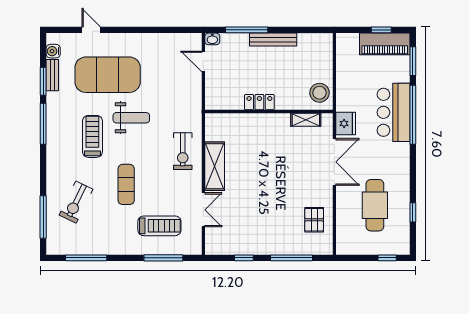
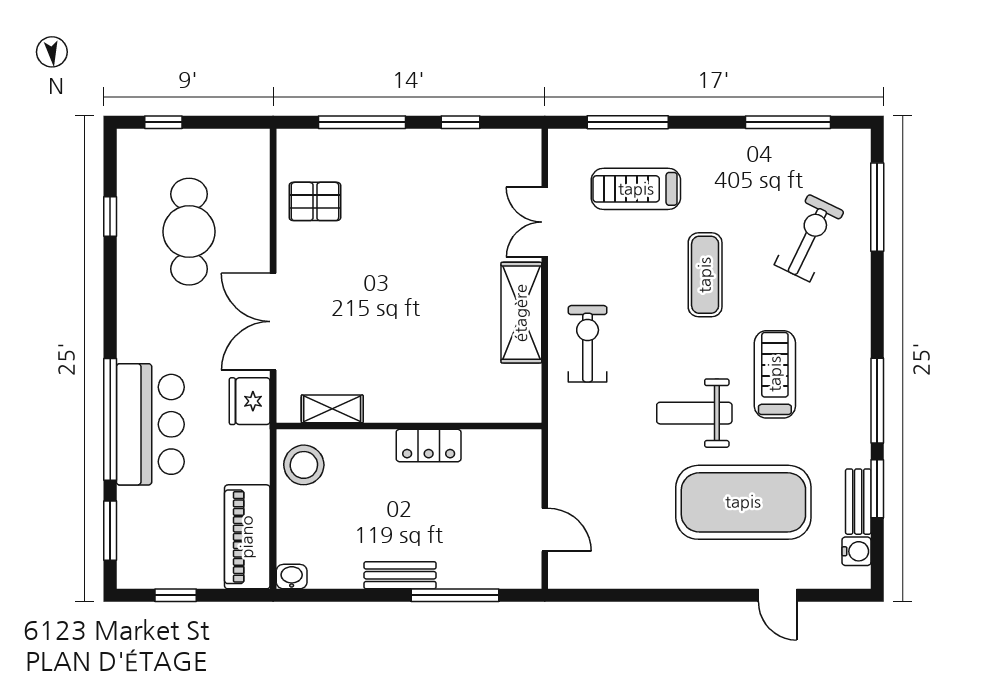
washbasin: (212, 39) -> (292, 577), moved
bench: (273, 40) -> (400, 575), width x0.73
piano: (385, 44) -> (247, 537), moved, turned -90
treadmill: (92, 136) -> (775, 374), turned 180
pallet: (314, 220) -> (315, 201), turned 90

